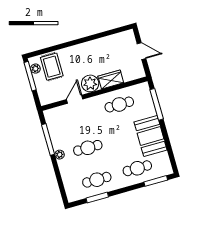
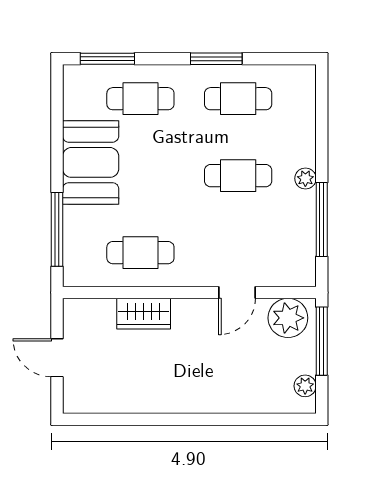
rug: (52, 67) -> (268, 380), removed
window: (30, 76) -> (322, 341), moved
plant: (90, 83) -> (288, 318), moved
window: (97, 197) -> (216, 59), moved

